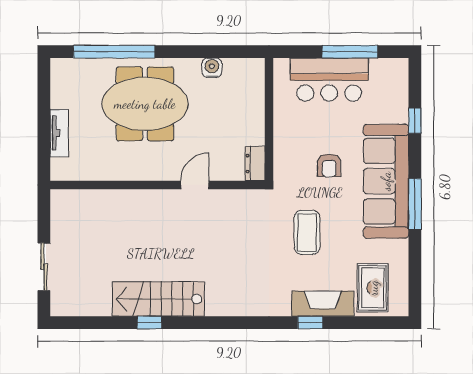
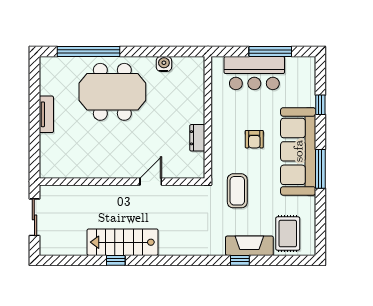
wall: (158, 185) -> (122, 182), moved
door: (195, 185) -> (151, 182), moved

